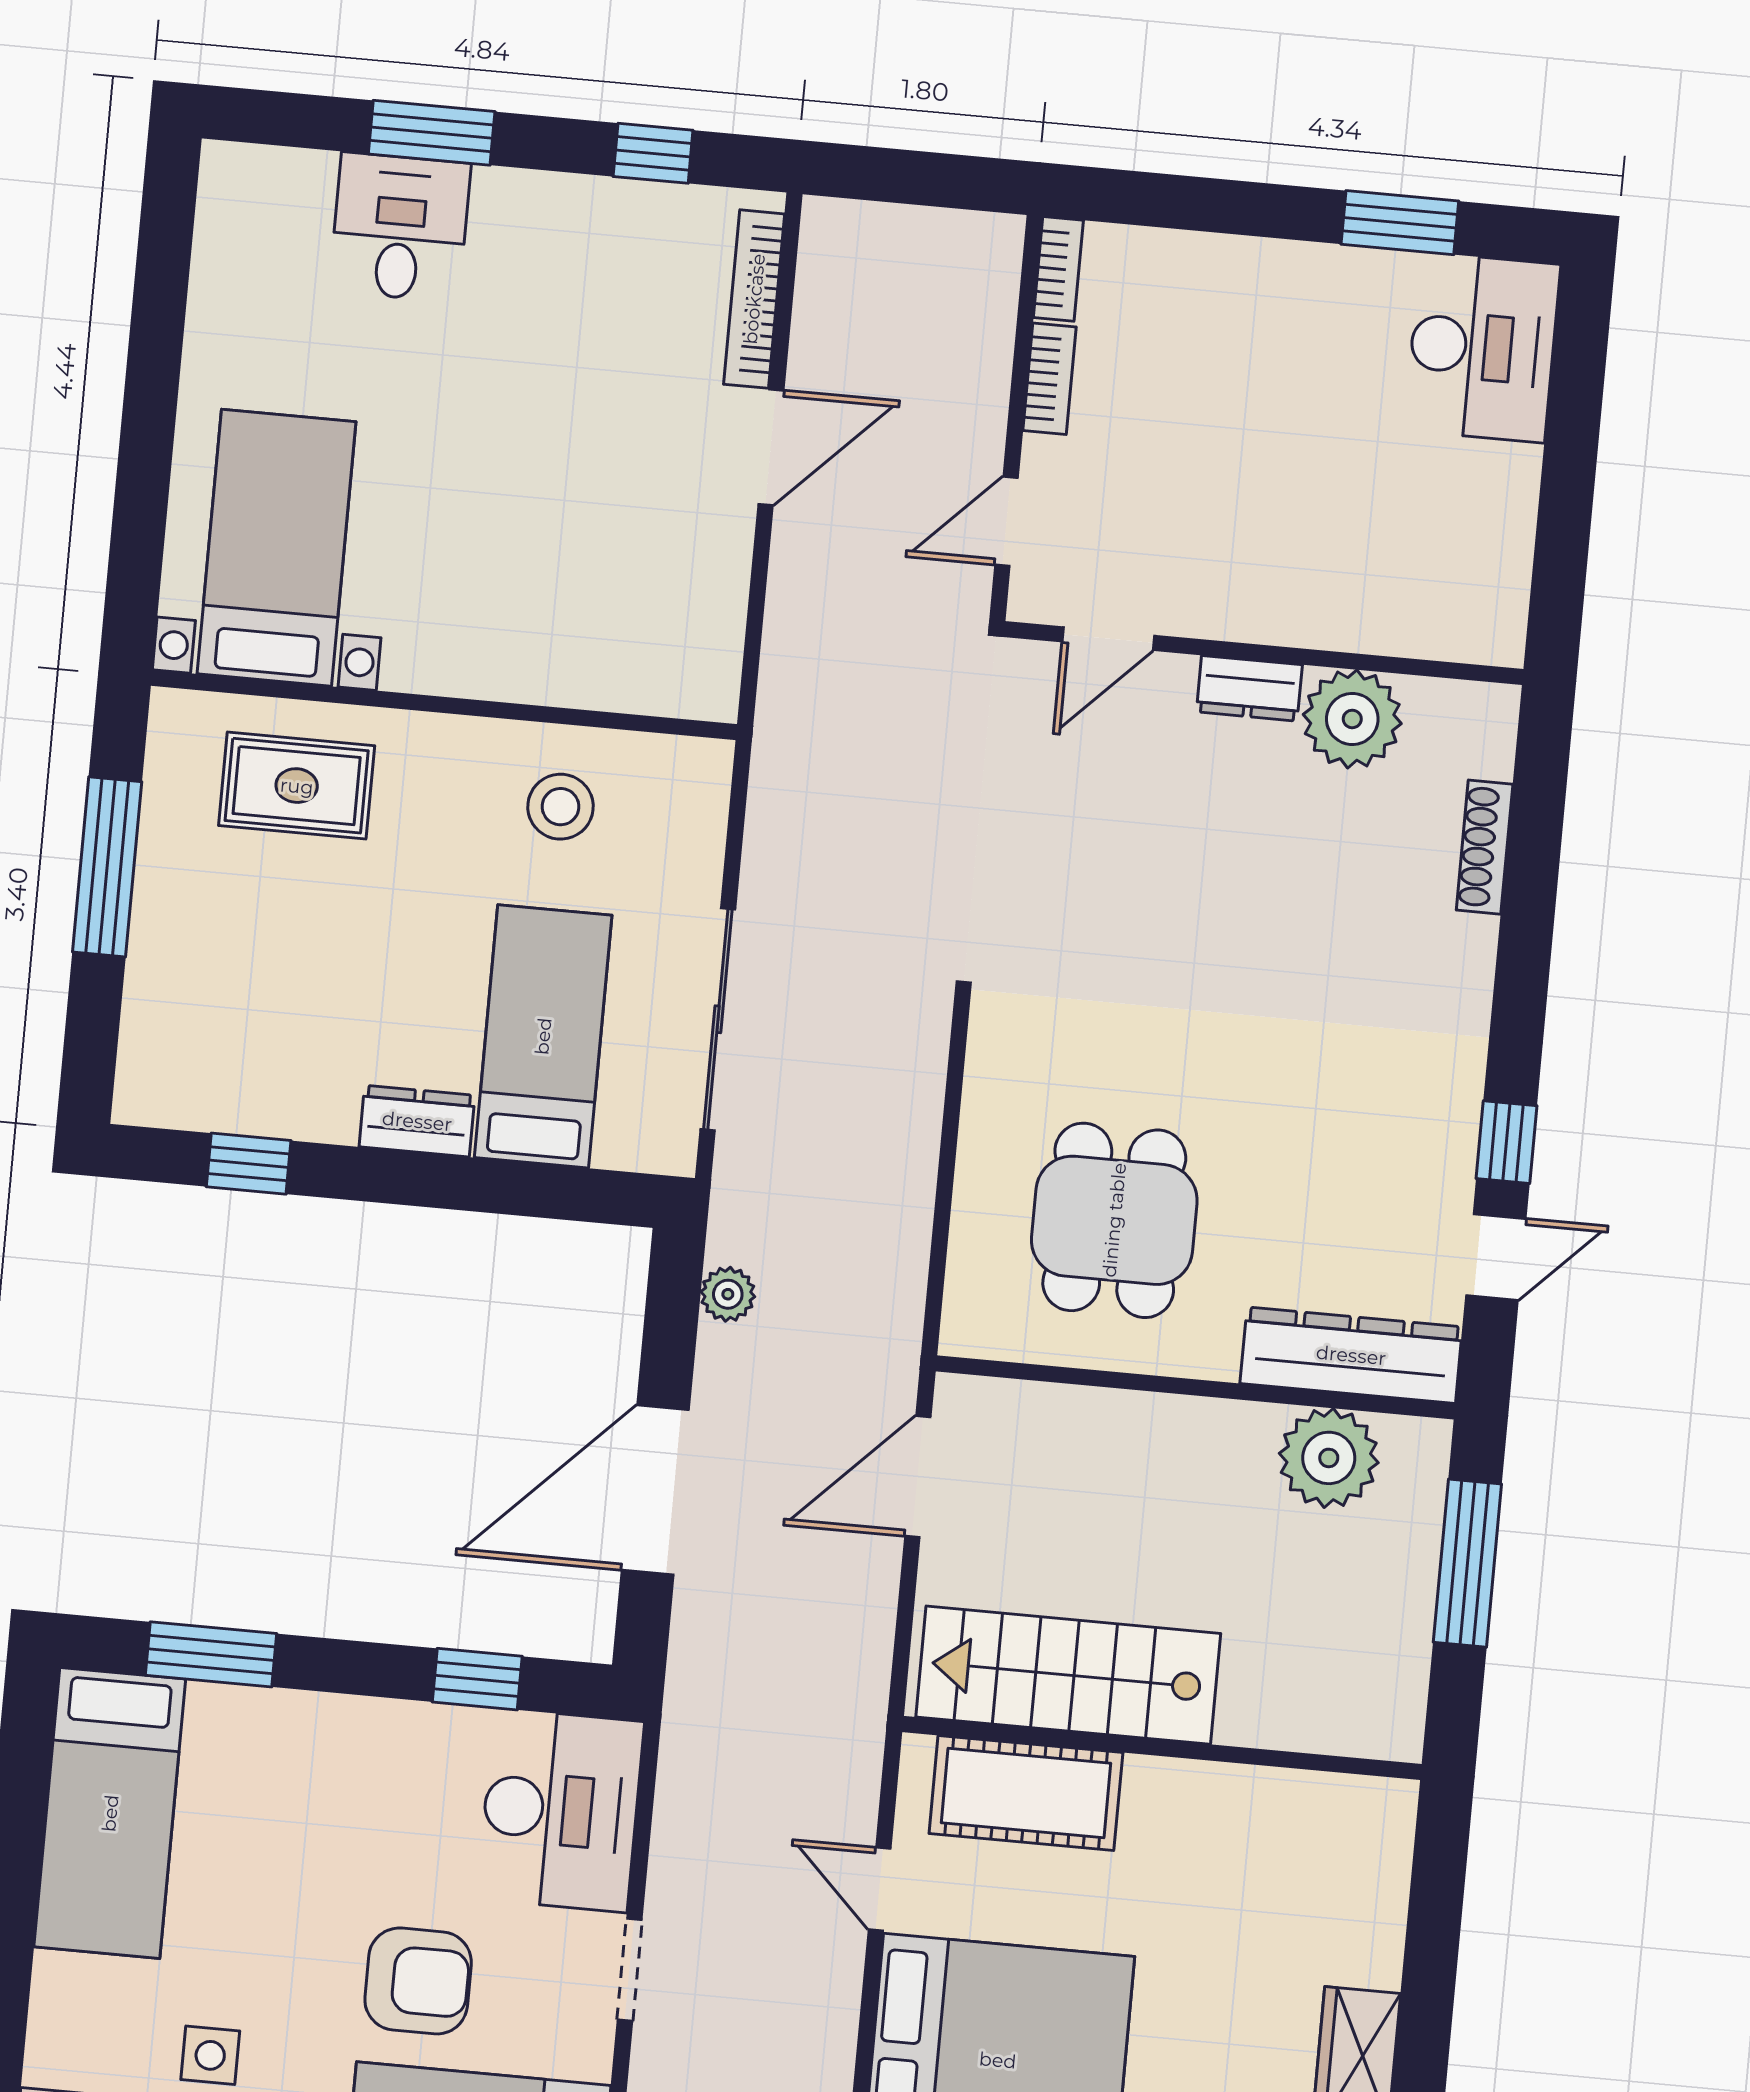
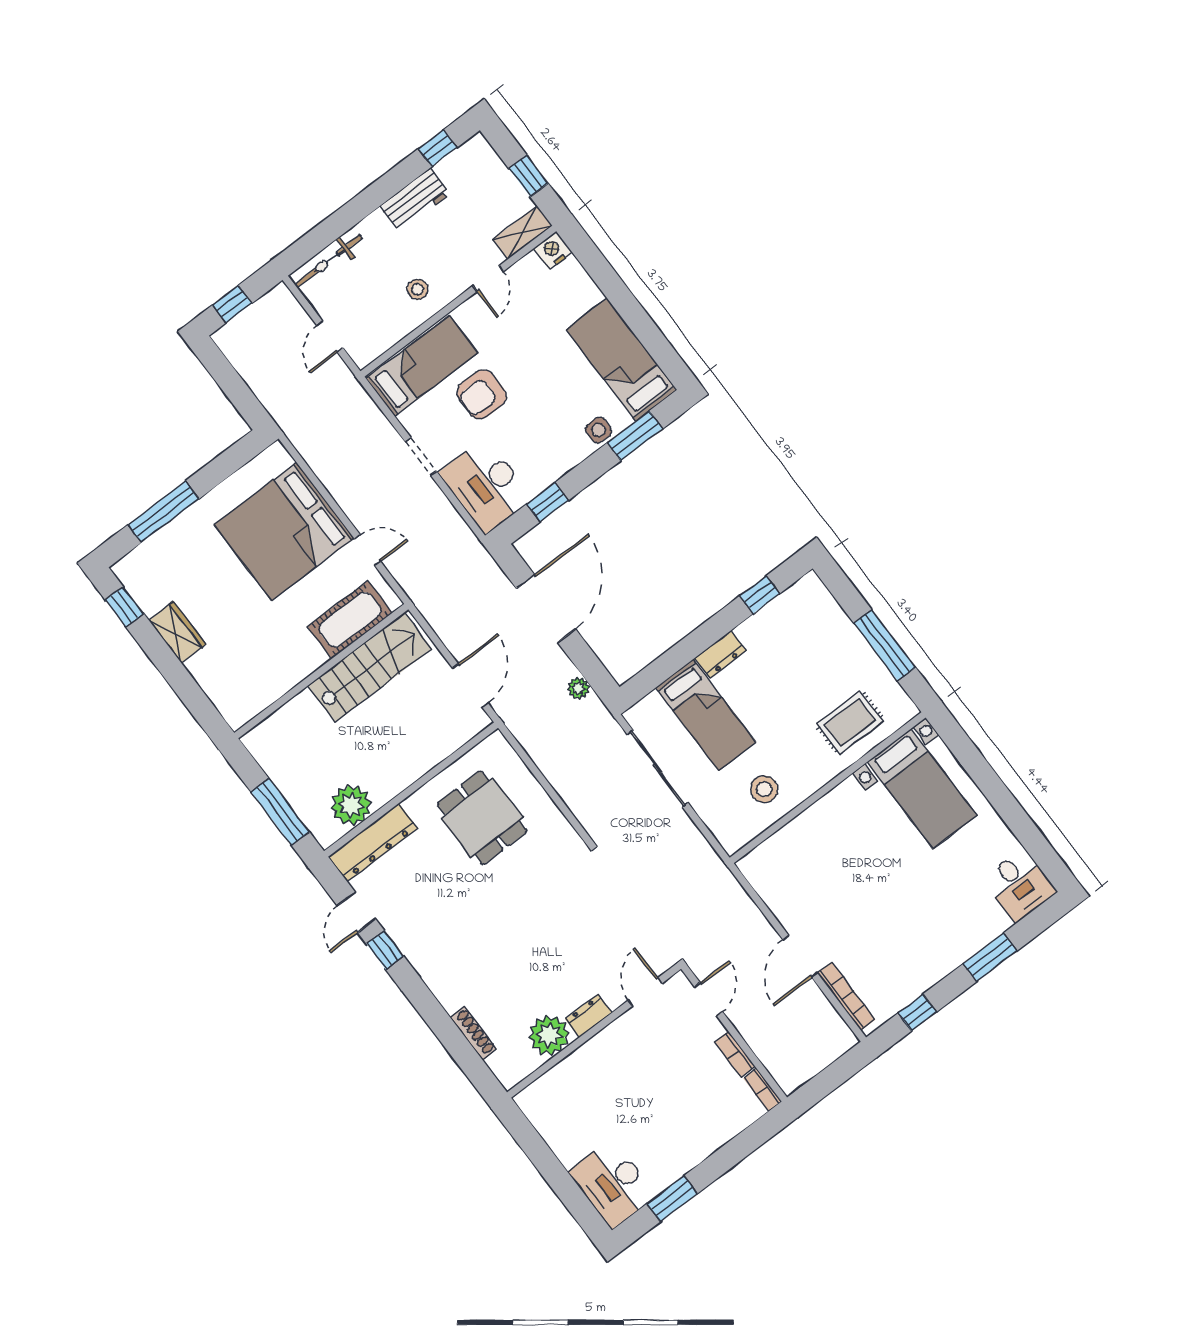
desk: (400, 227) -> (1019, 885), moved
side table: (210, 2055) -> (599, 430), moved

